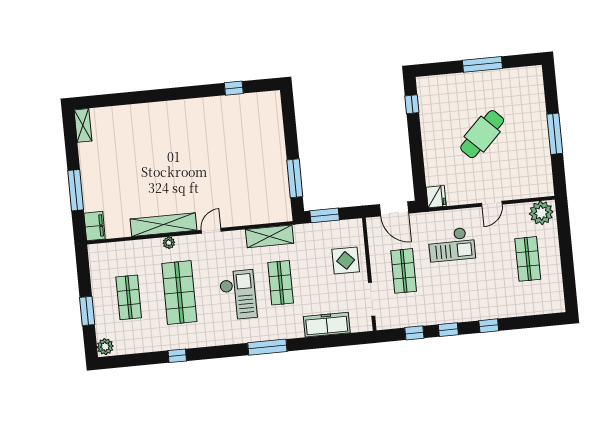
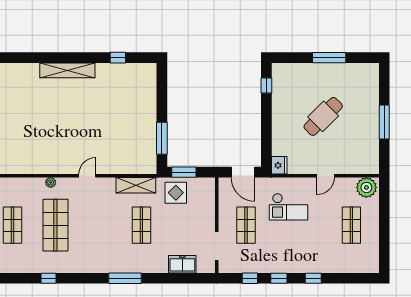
shelving: (163, 225) -> (67, 70), moved
display table: (346, 260) -> (176, 193), moved
checkout: (238, 295) -> (105, 232), removed
freezer: (327, 325) -> (182, 264), width x0.71

